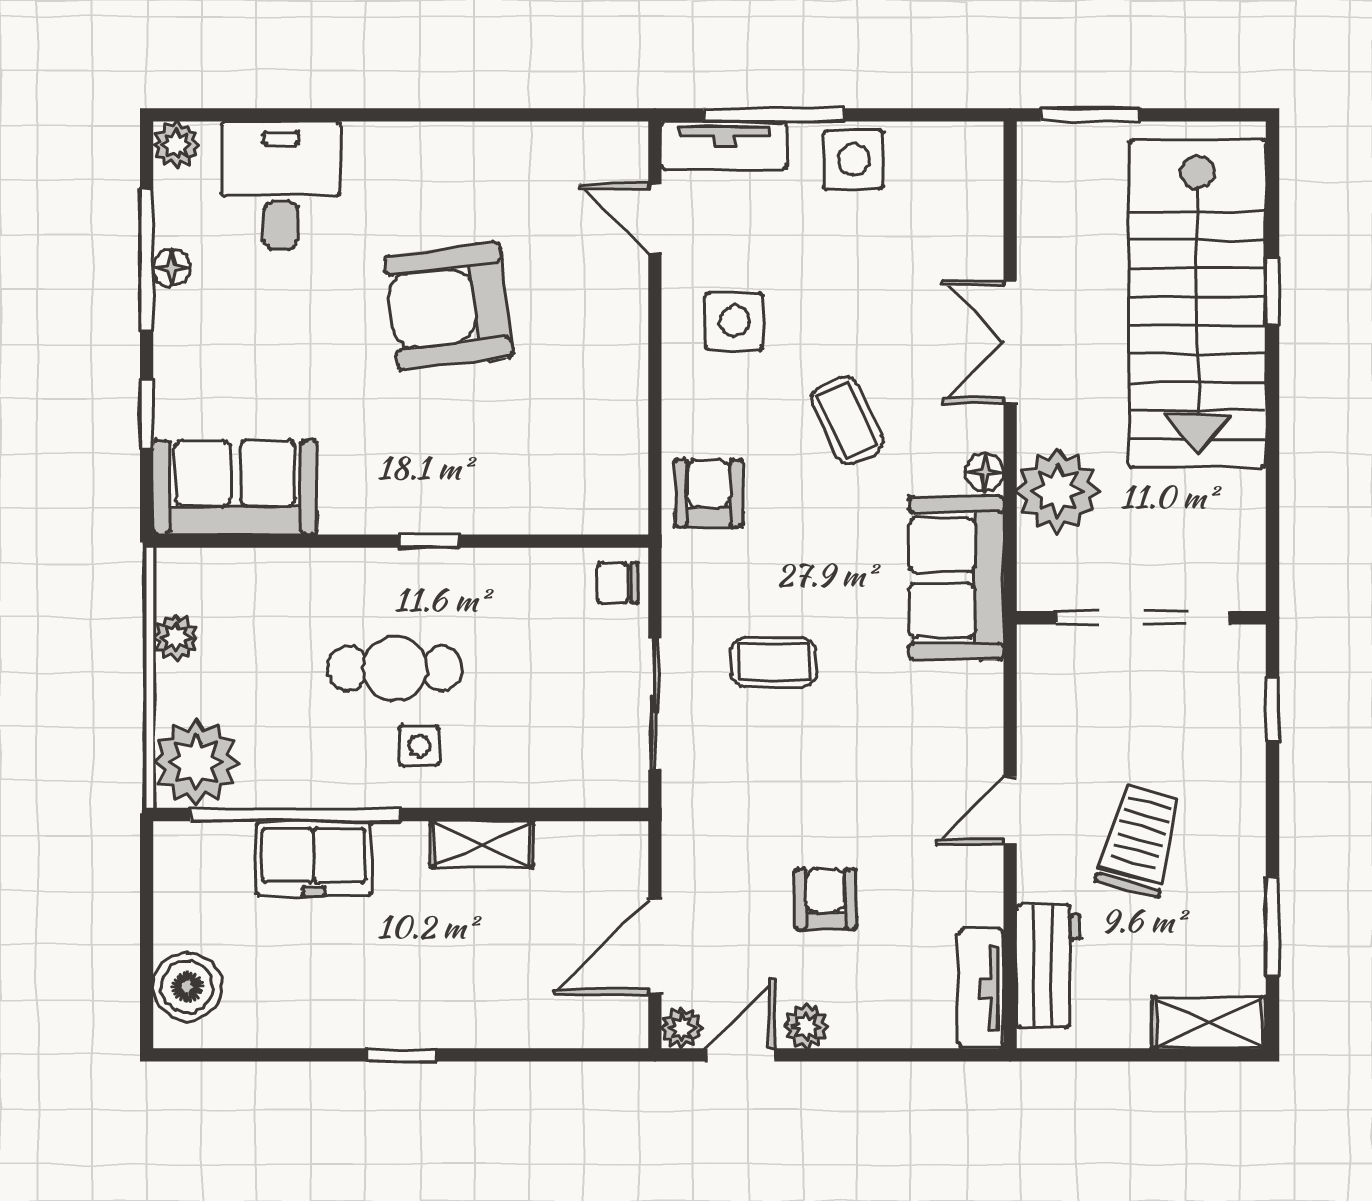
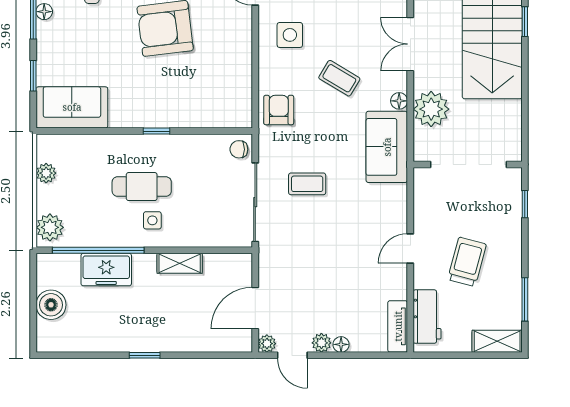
coffee table: (847, 420) -> (339, 78), turned -34
sliding door: (655, 704) -> (255, 202), width x1.37
plant: (196, 762) -> (50, 227), width x0.73, depth x0.73
armchair: (826, 899) -> (330, 287), removed
boiler: (187, 987) -> (51, 305), moved
floor lamp: (851, 1030) -> (341, 344), added
door: (740, 1055) -> (292, 355), swing flipped

